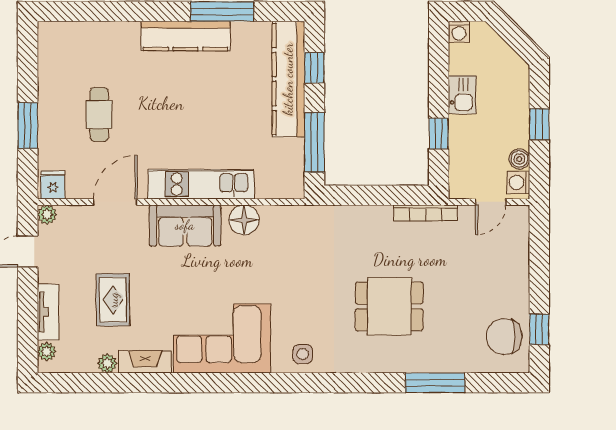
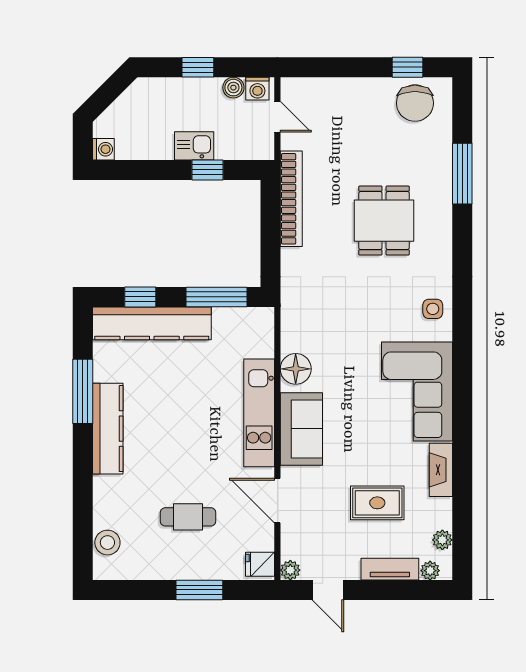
stool: (74, 36) -> (107, 543), added
kitchen sink: (462, 95) -> (194, 146), moved
bookcase: (426, 213) -> (291, 199), width x1.48, depth x1.31
plant: (107, 363) -> (442, 540), moved

